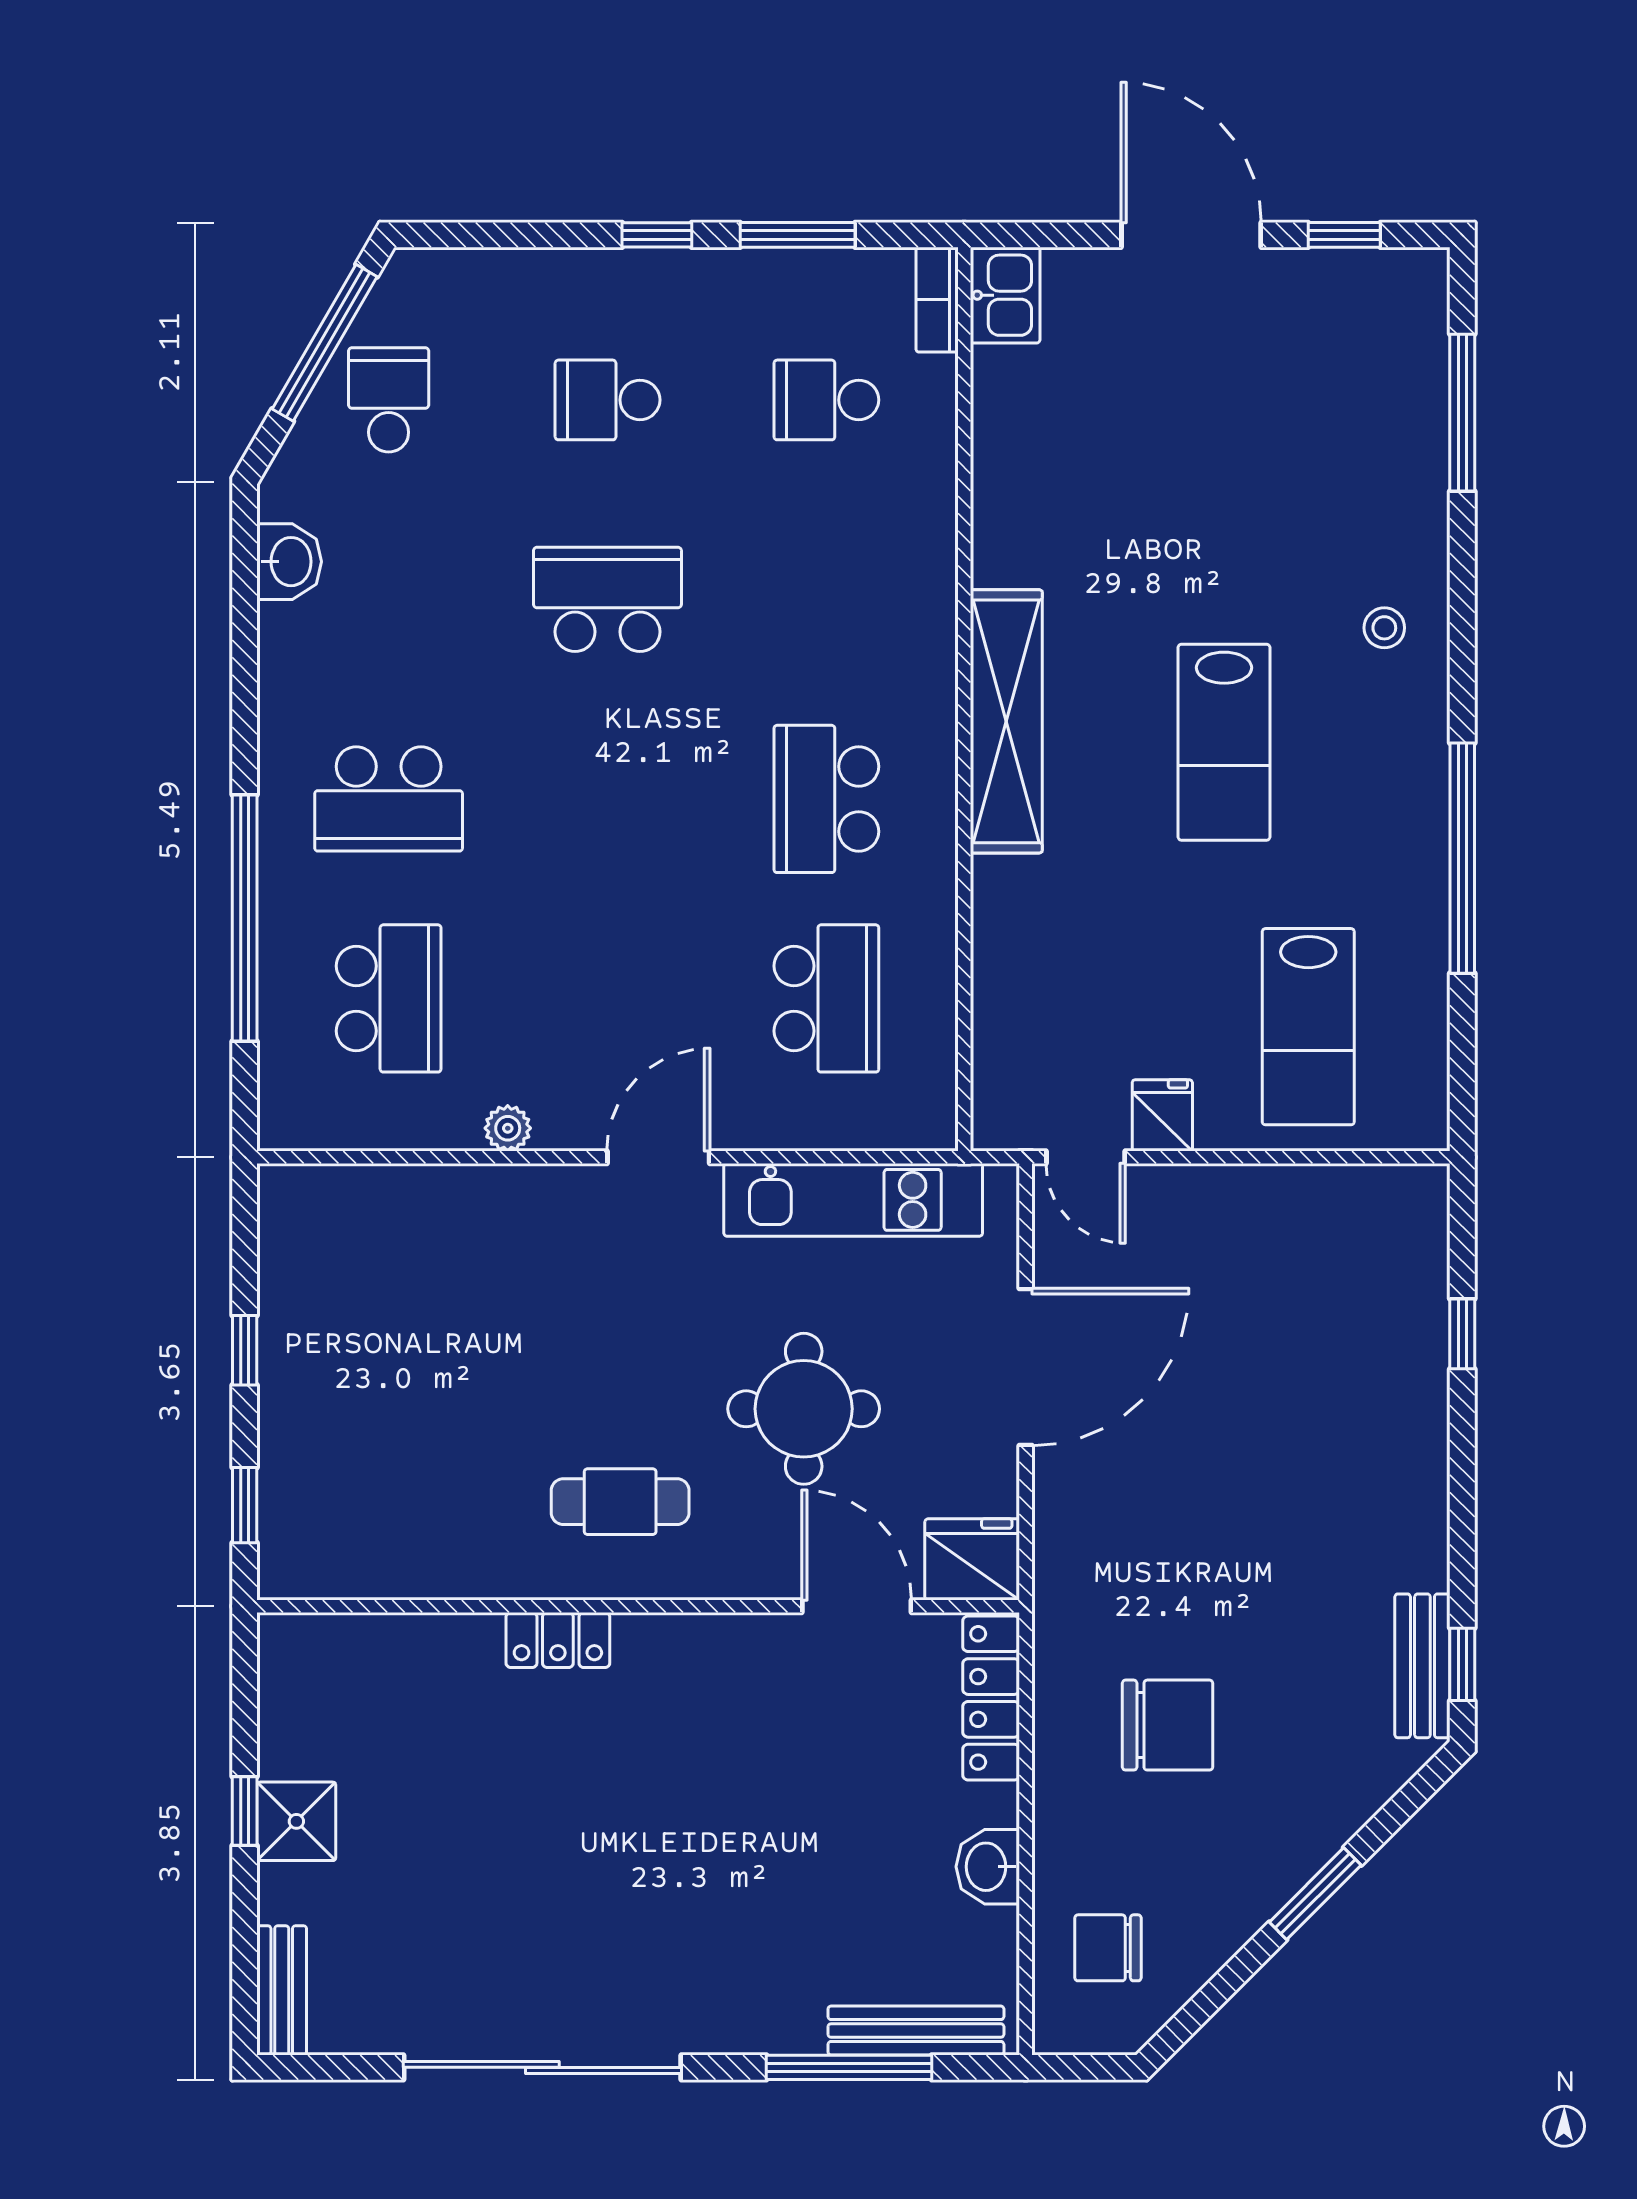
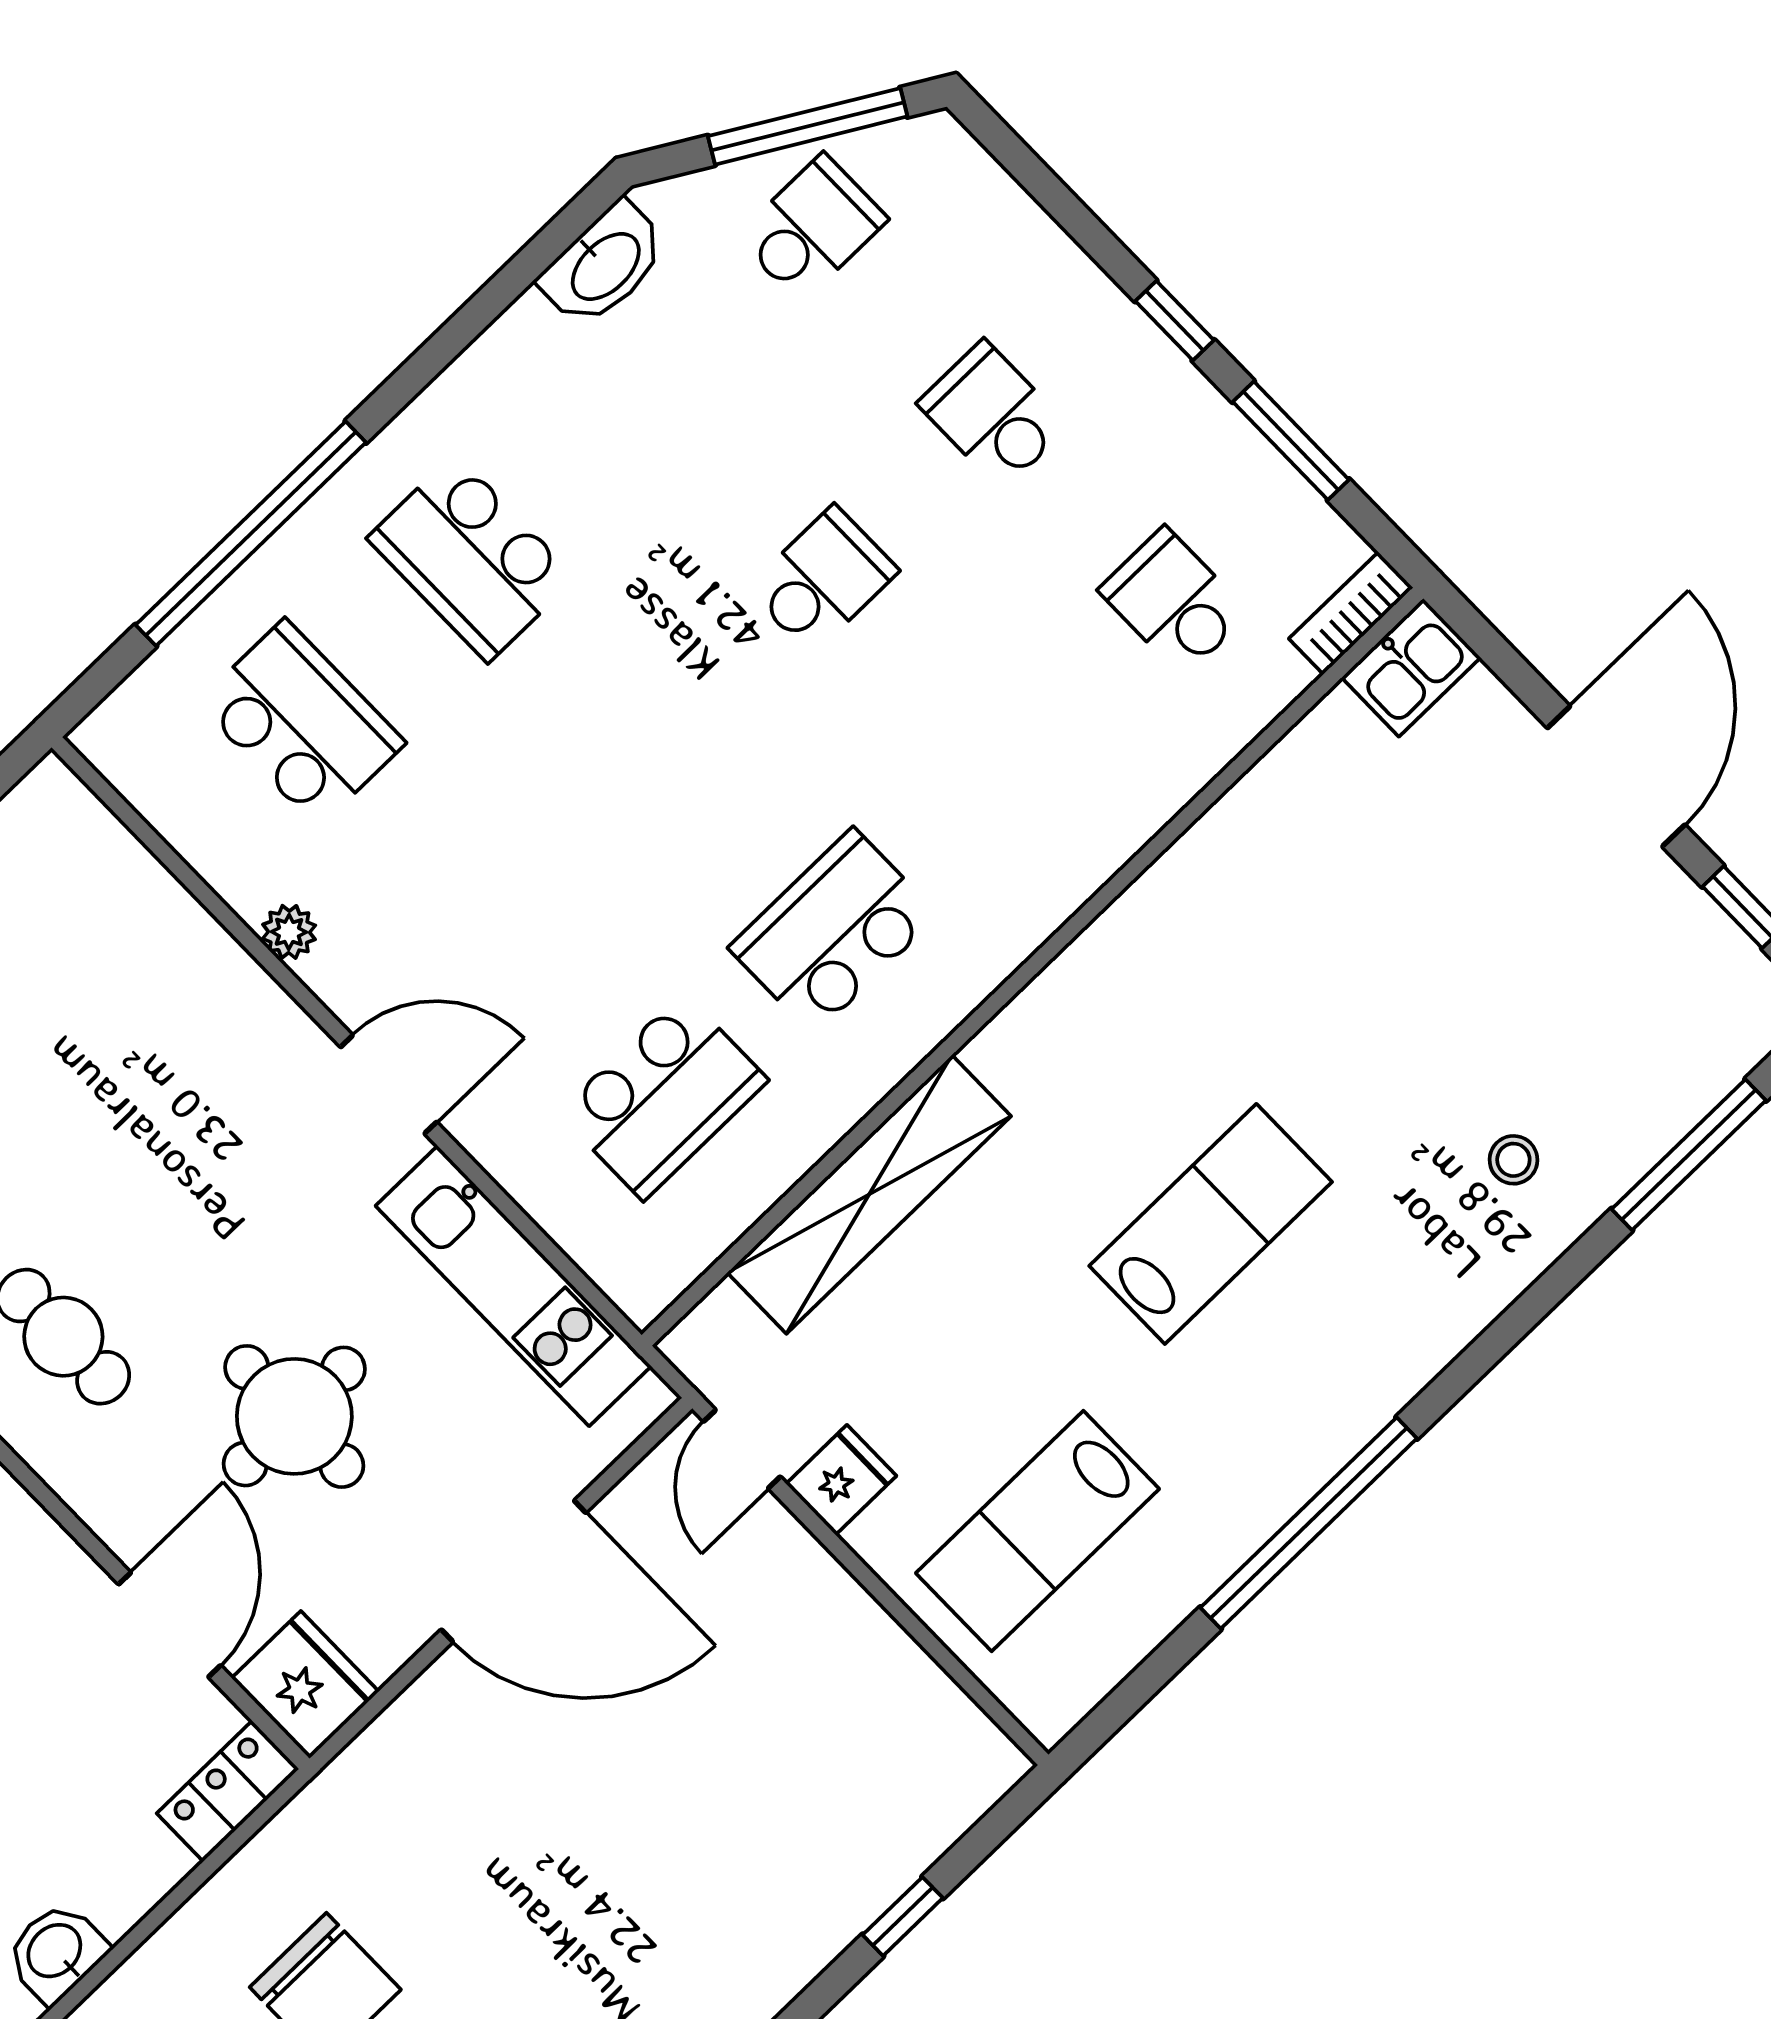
washbasin: (289, 562) -> (604, 265), width x1.38
school desk: (607, 599) -> (823, 580), width x0.54
stool: (1384, 628) -> (1513, 1160), moved
shelving: (1006, 721) -> (869, 1194), moved
lab bench: (1224, 742) -> (1211, 1224), turned 180
school desk: (389, 998) -> (301, 723), turned -90
locker: (991, 1698) -> (228, 1791), width x0.66

